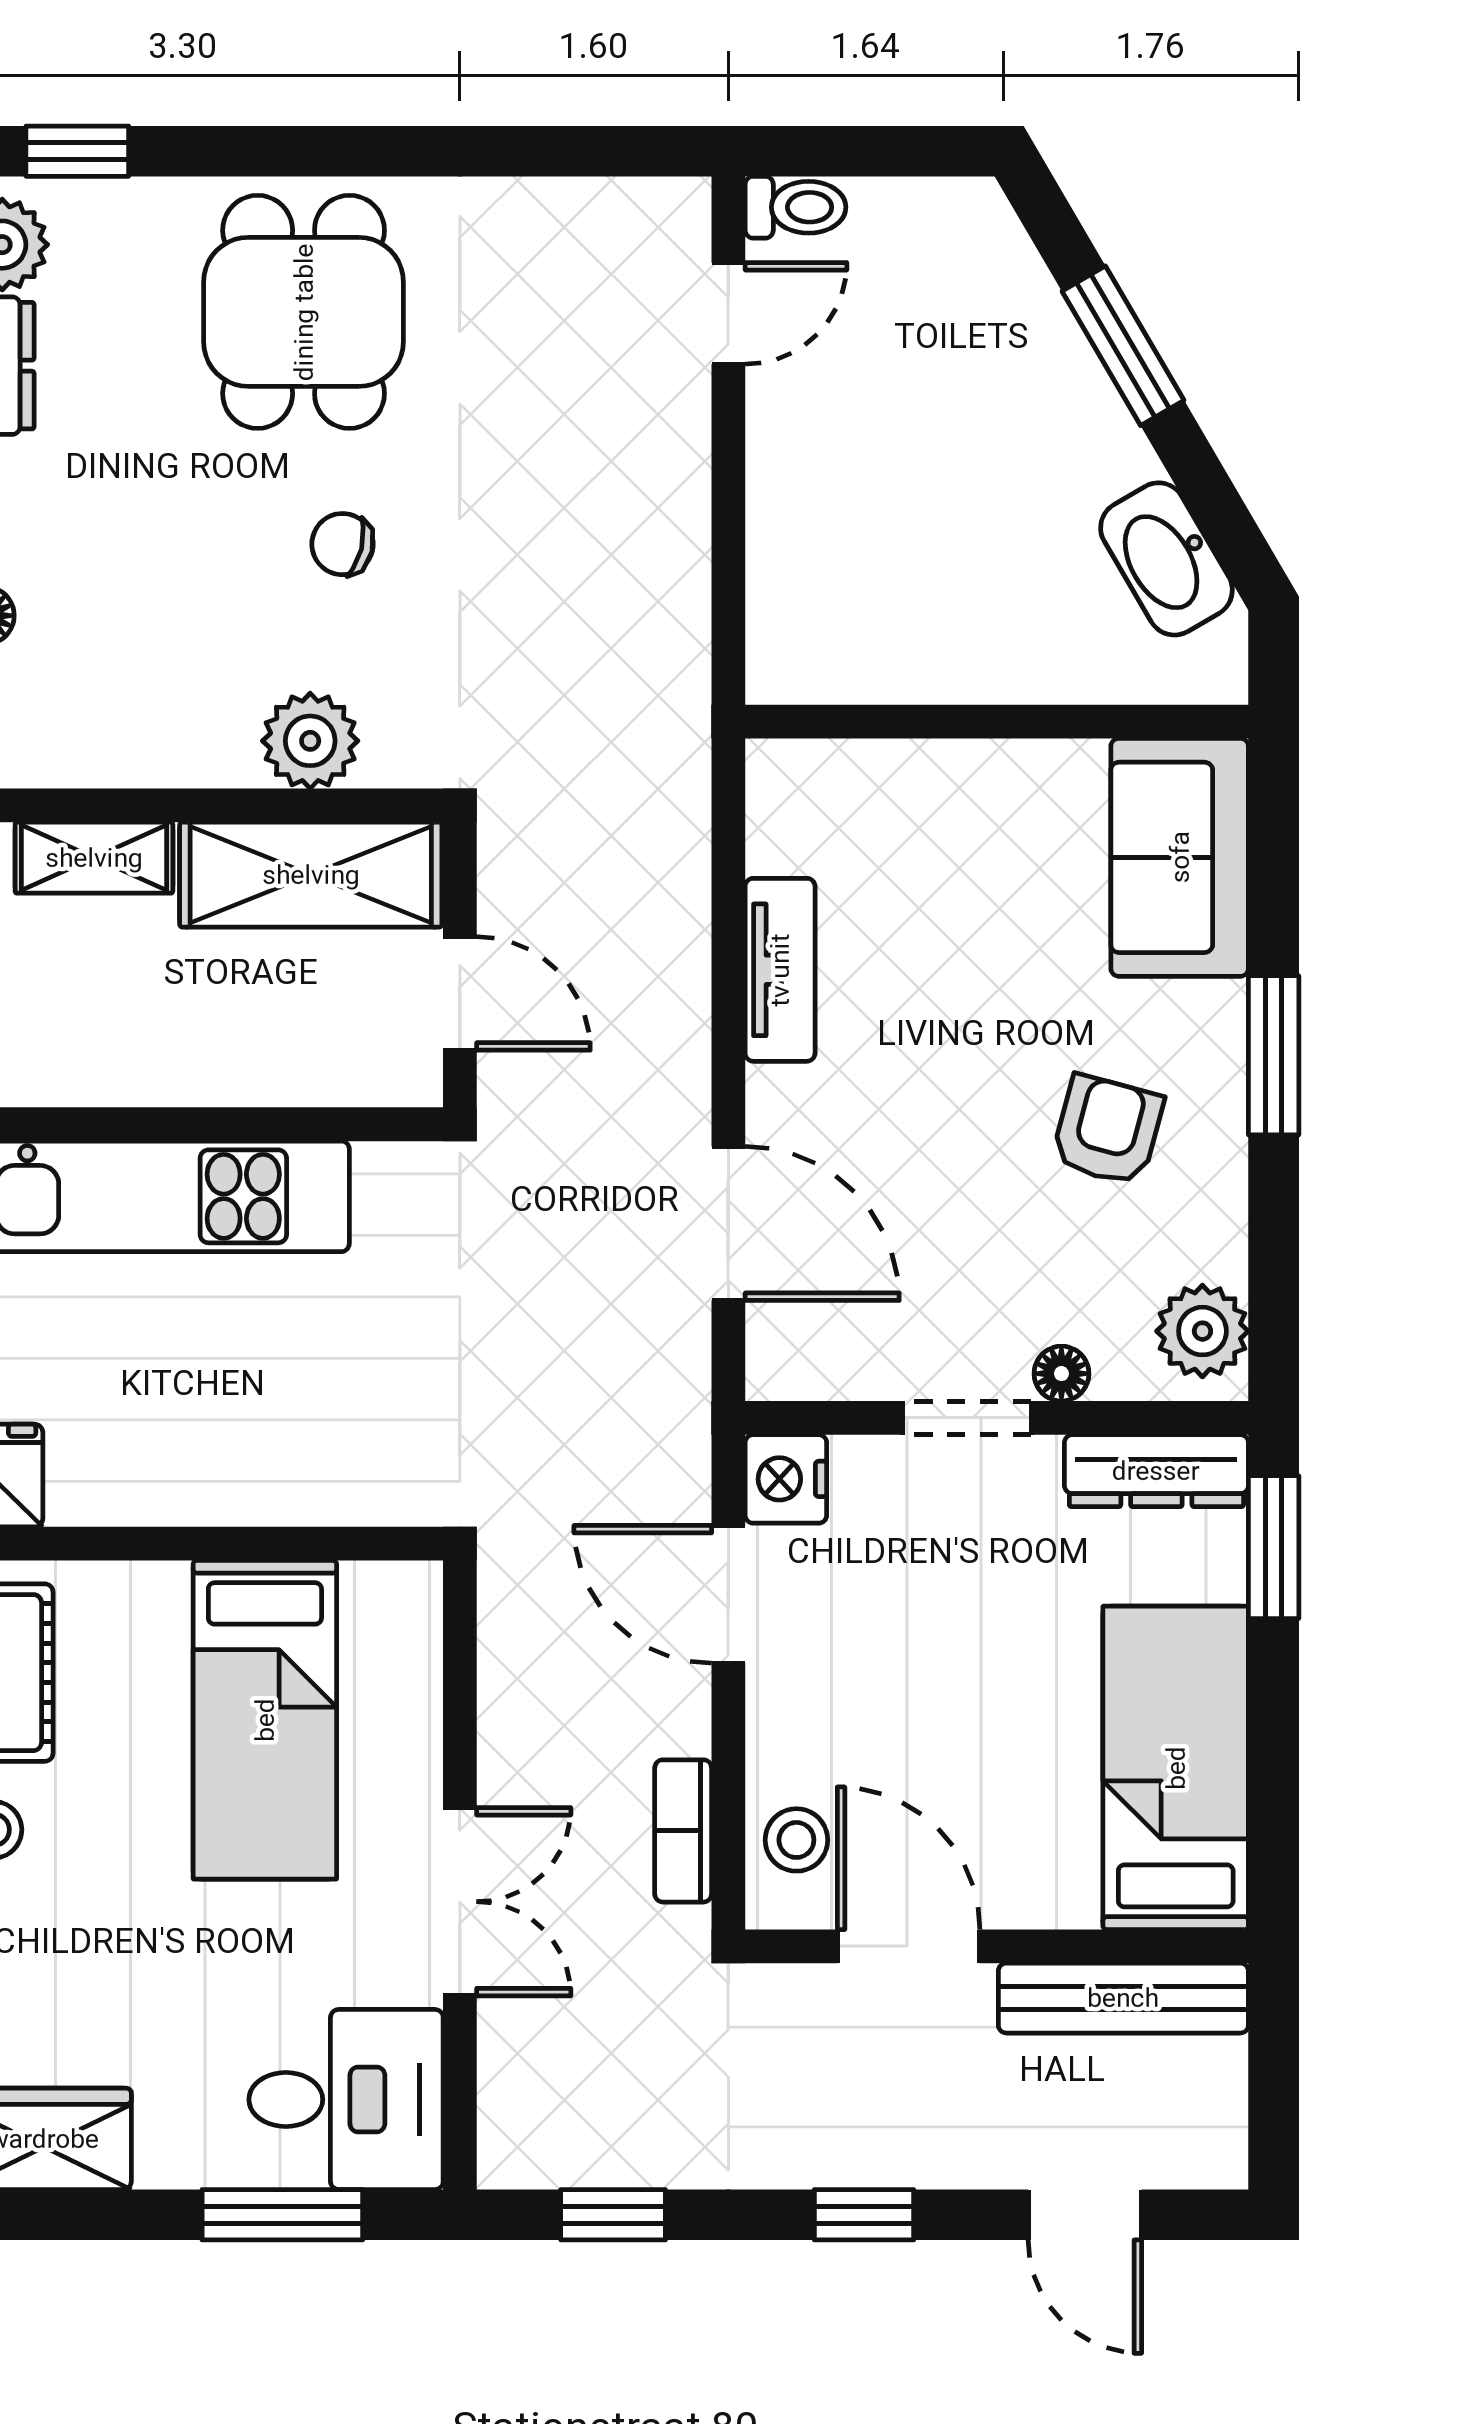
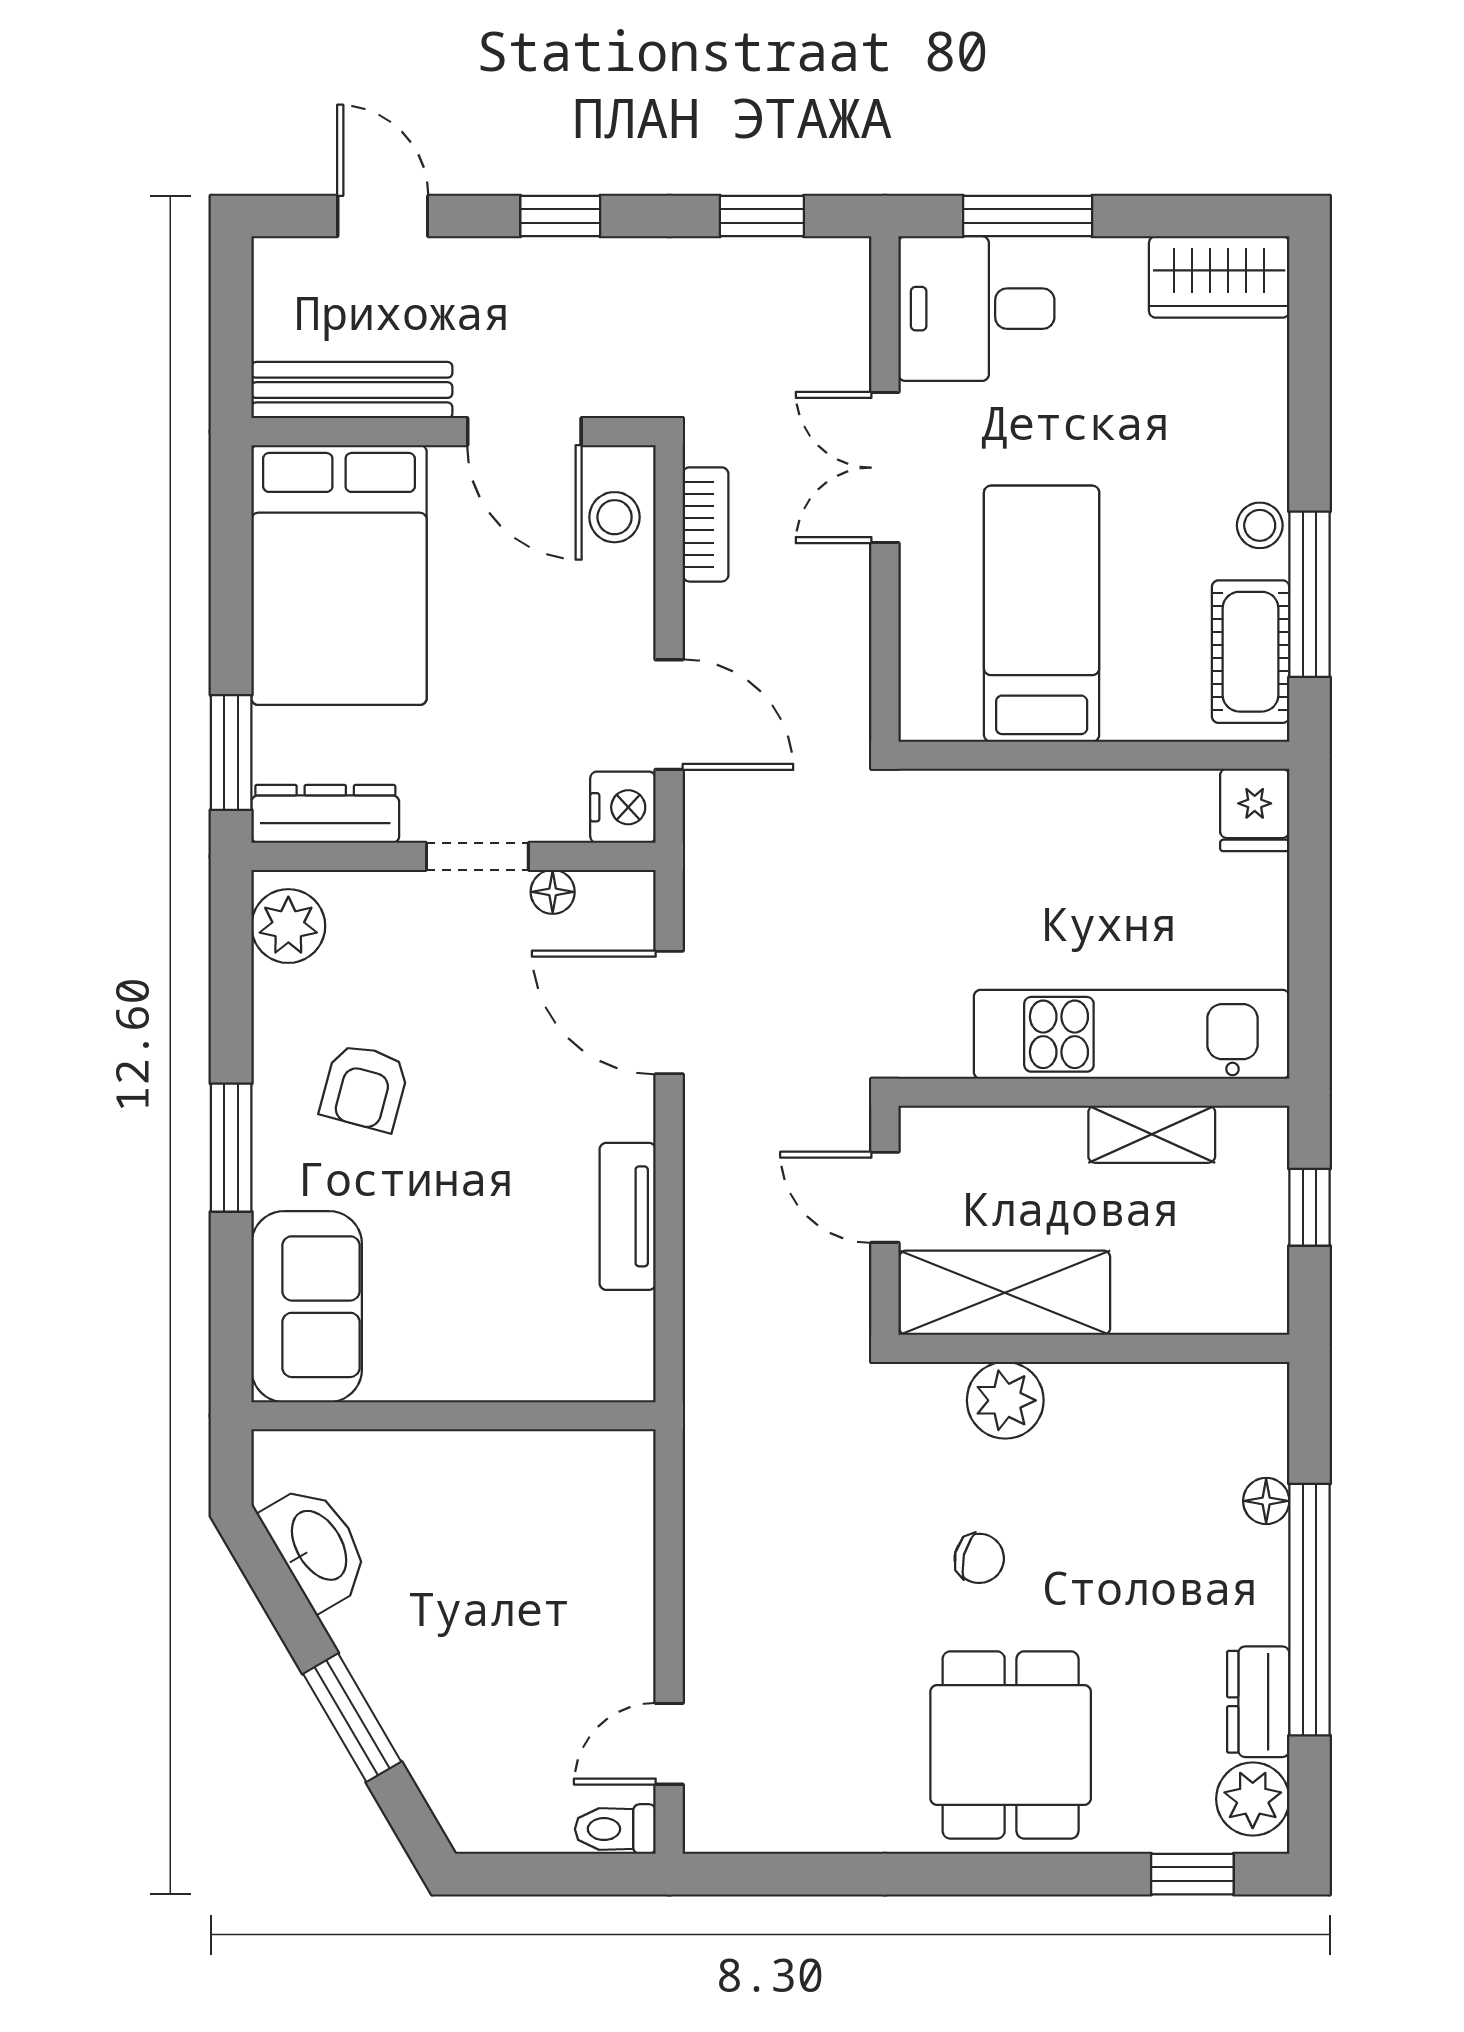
shelving: (94, 858) -> (1152, 1134), moved
floor lamp: (1061, 1374) -> (553, 892), moved
bed: (1176, 1768) -> (339, 575), width x1.50

